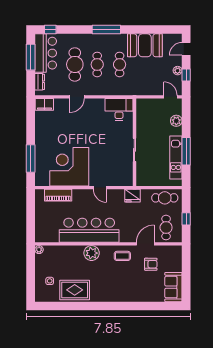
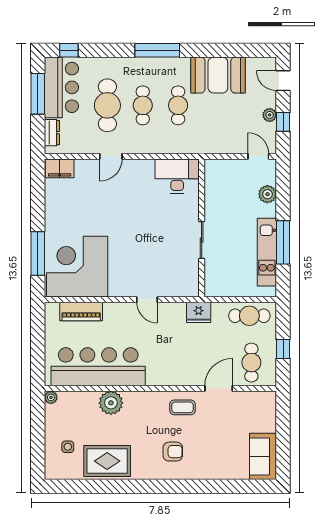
door: (186, 49) -> (283, 81), hinge flipped
corner desk: (69, 167) -> (77, 267), moved
bar counter: (89, 230) -> (98, 367), moved
plant: (92, 253) -> (111, 403), moved
armchair: (151, 264) -> (173, 452), moved

